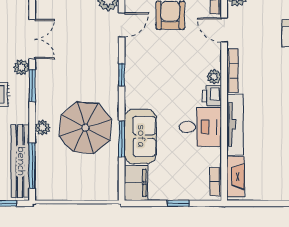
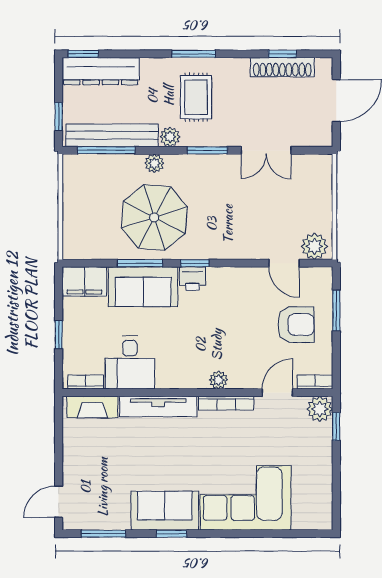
plant: (21, 67) -> (170, 137), moved
window: (122, 75) -> (195, 263), moved
printer: (212, 96) -> (193, 279), moved, turned 180
desk: (200, 127) -> (130, 363), moved

